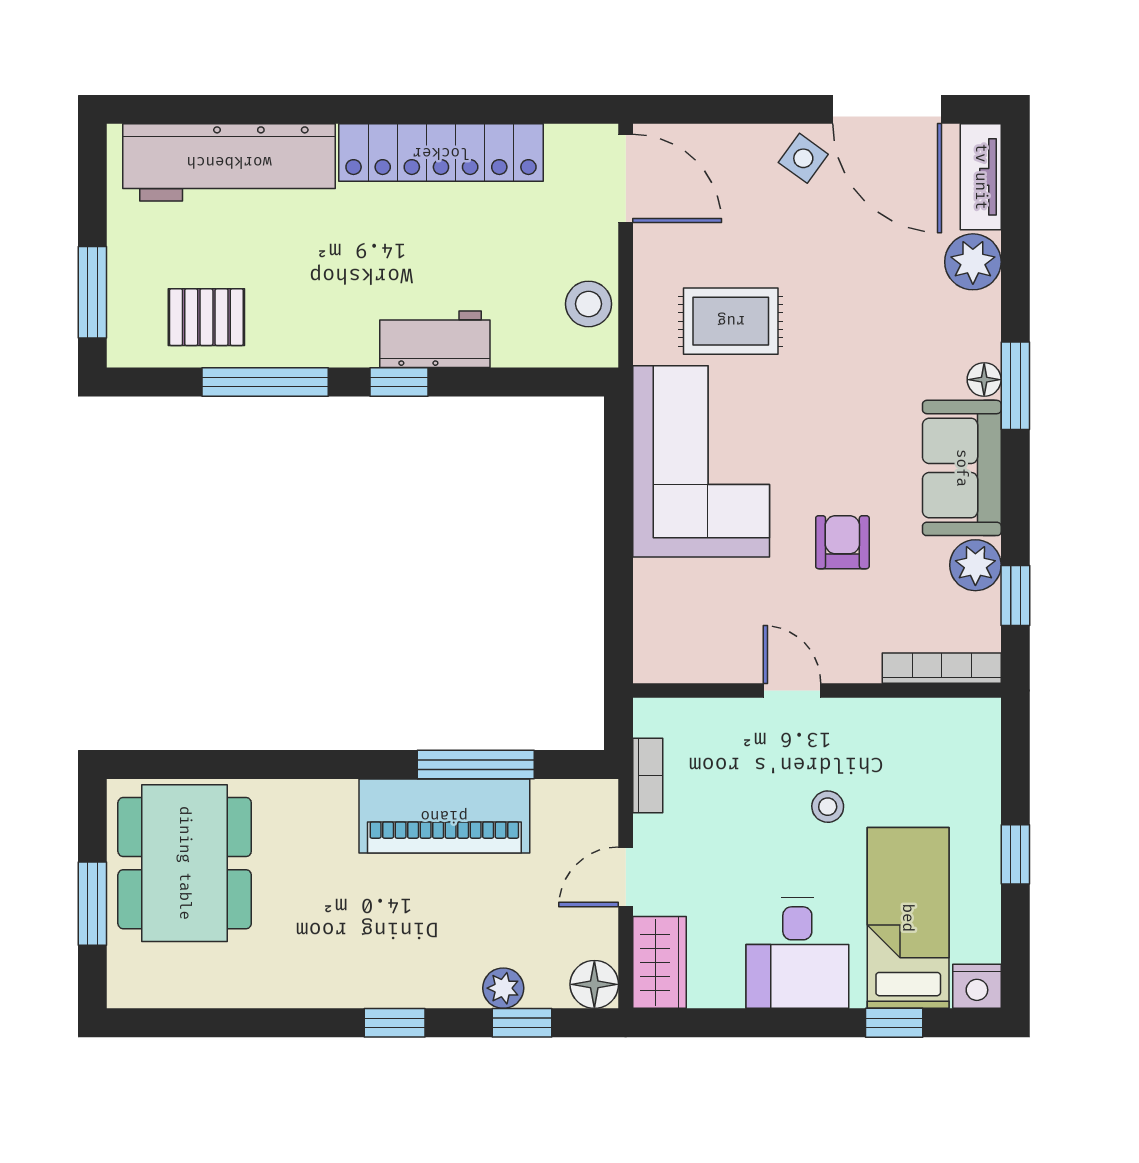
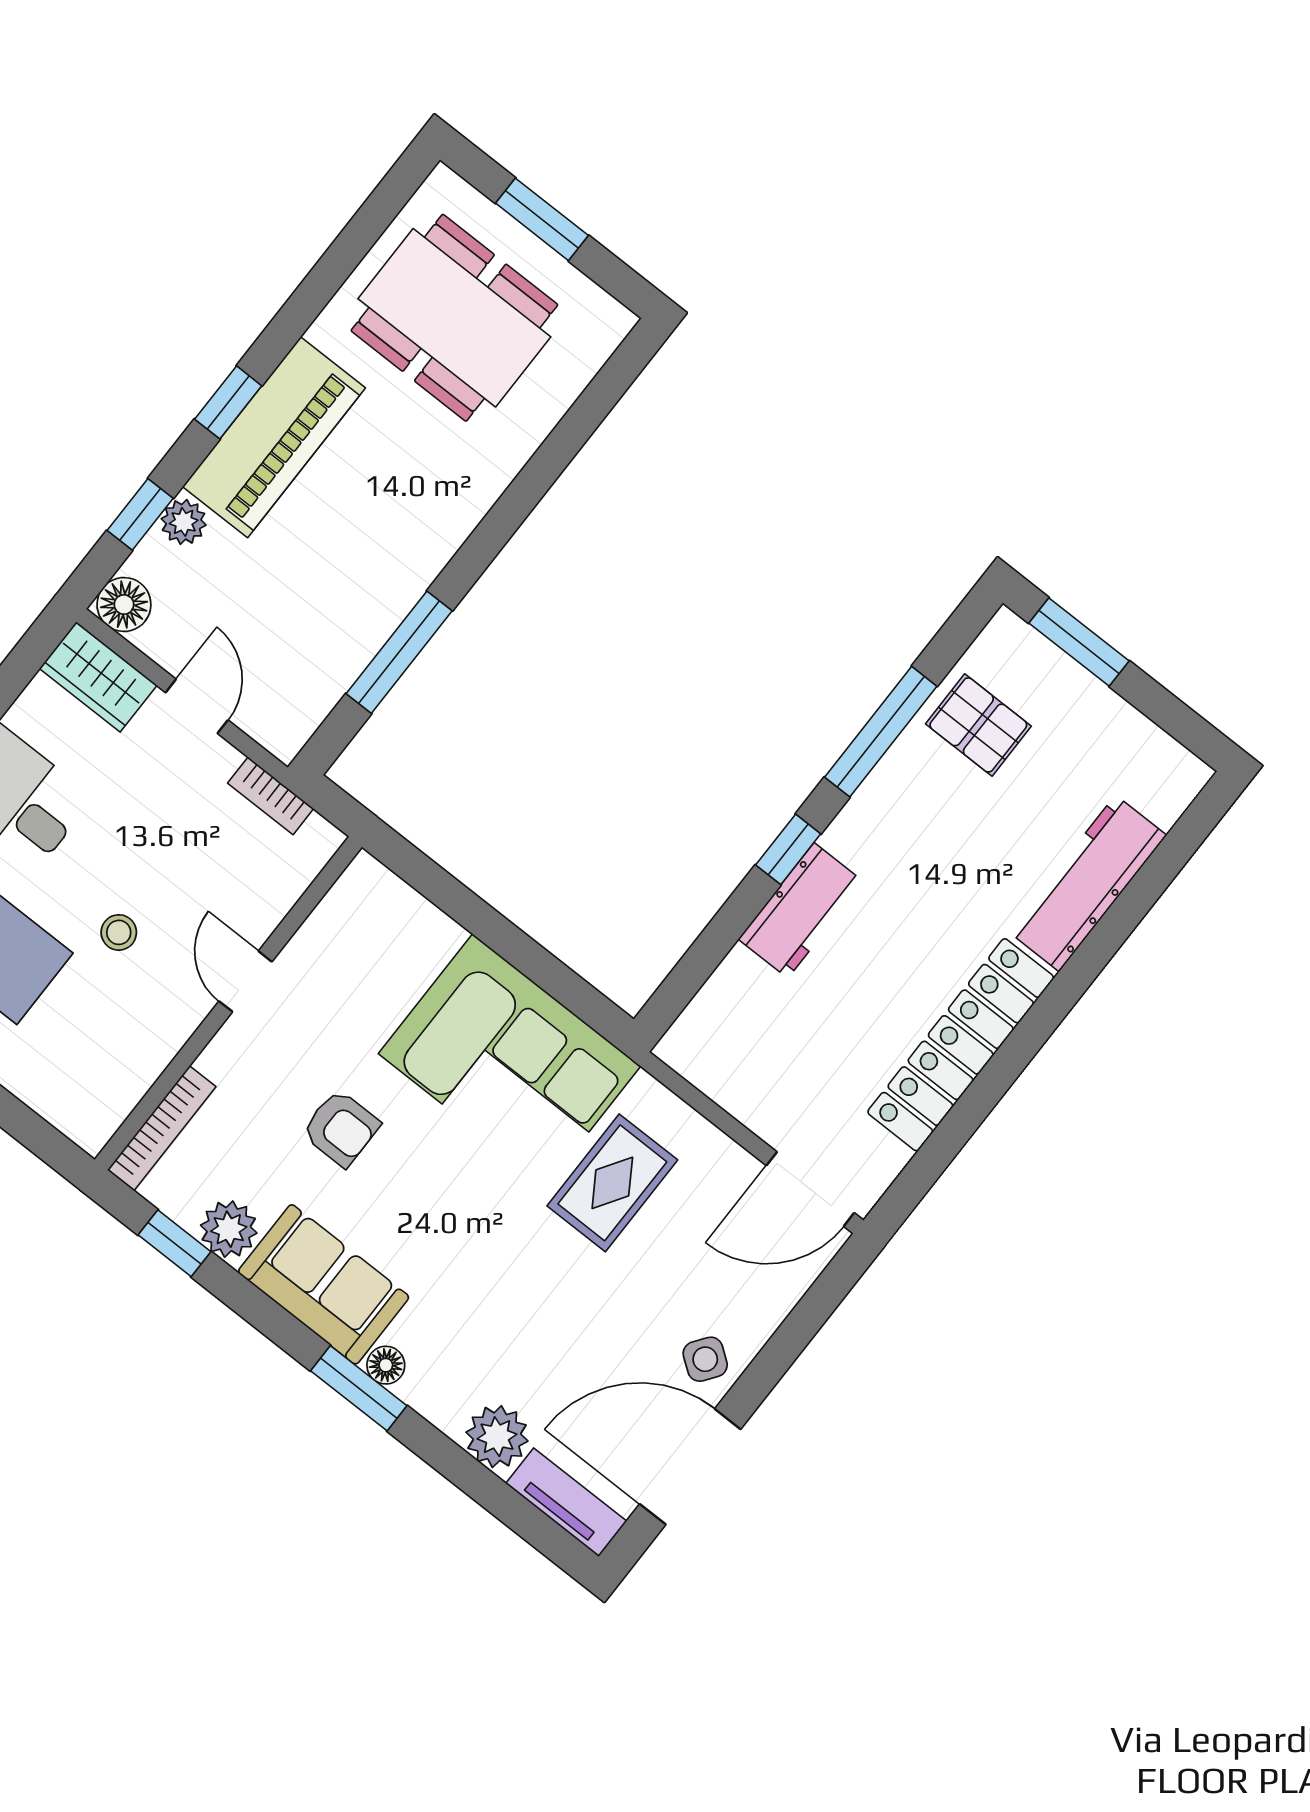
workbench: (229, 162) -> (1087, 883), width x0.73, depth x0.76
stool: (589, 304) -> (726, 1070), removed
pallet: (206, 317) -> (978, 725), turned 90
door: (792, 690) -> (245, 981), swing flipped
piano: (444, 816) -> (274, 437), moved, turned 180
dining table: (185, 863) -> (454, 318), moved

